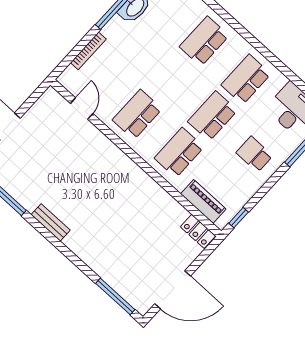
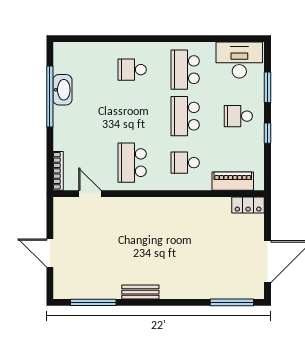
school desk: (204, 41) -> (132, 70), width x0.54
bookcase: (88, 51) -> (58, 171), moved
school desk: (179, 153) -> (185, 163), width x0.54
window: (239, 218) -> (267, 133), moved

